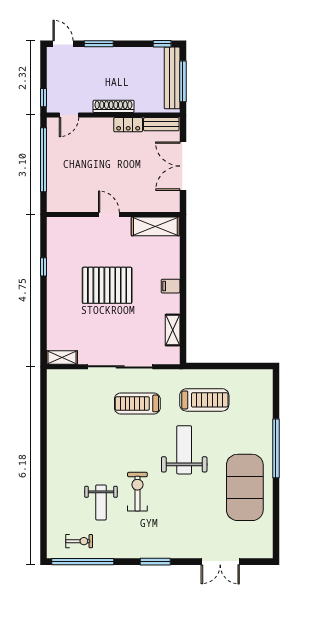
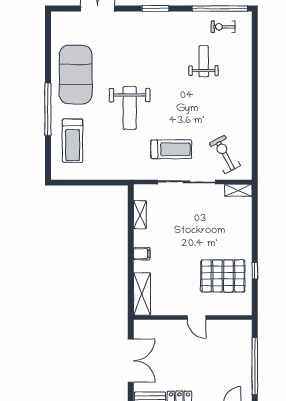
shelving: (155, 226) -> (142, 294), moved, turned 90
pallet: (107, 285) -> (223, 276), moved
treadmill: (204, 400) -> (73, 141), moved, turned -90
exercise bike: (137, 492) -> (225, 154), moved, turned 152

